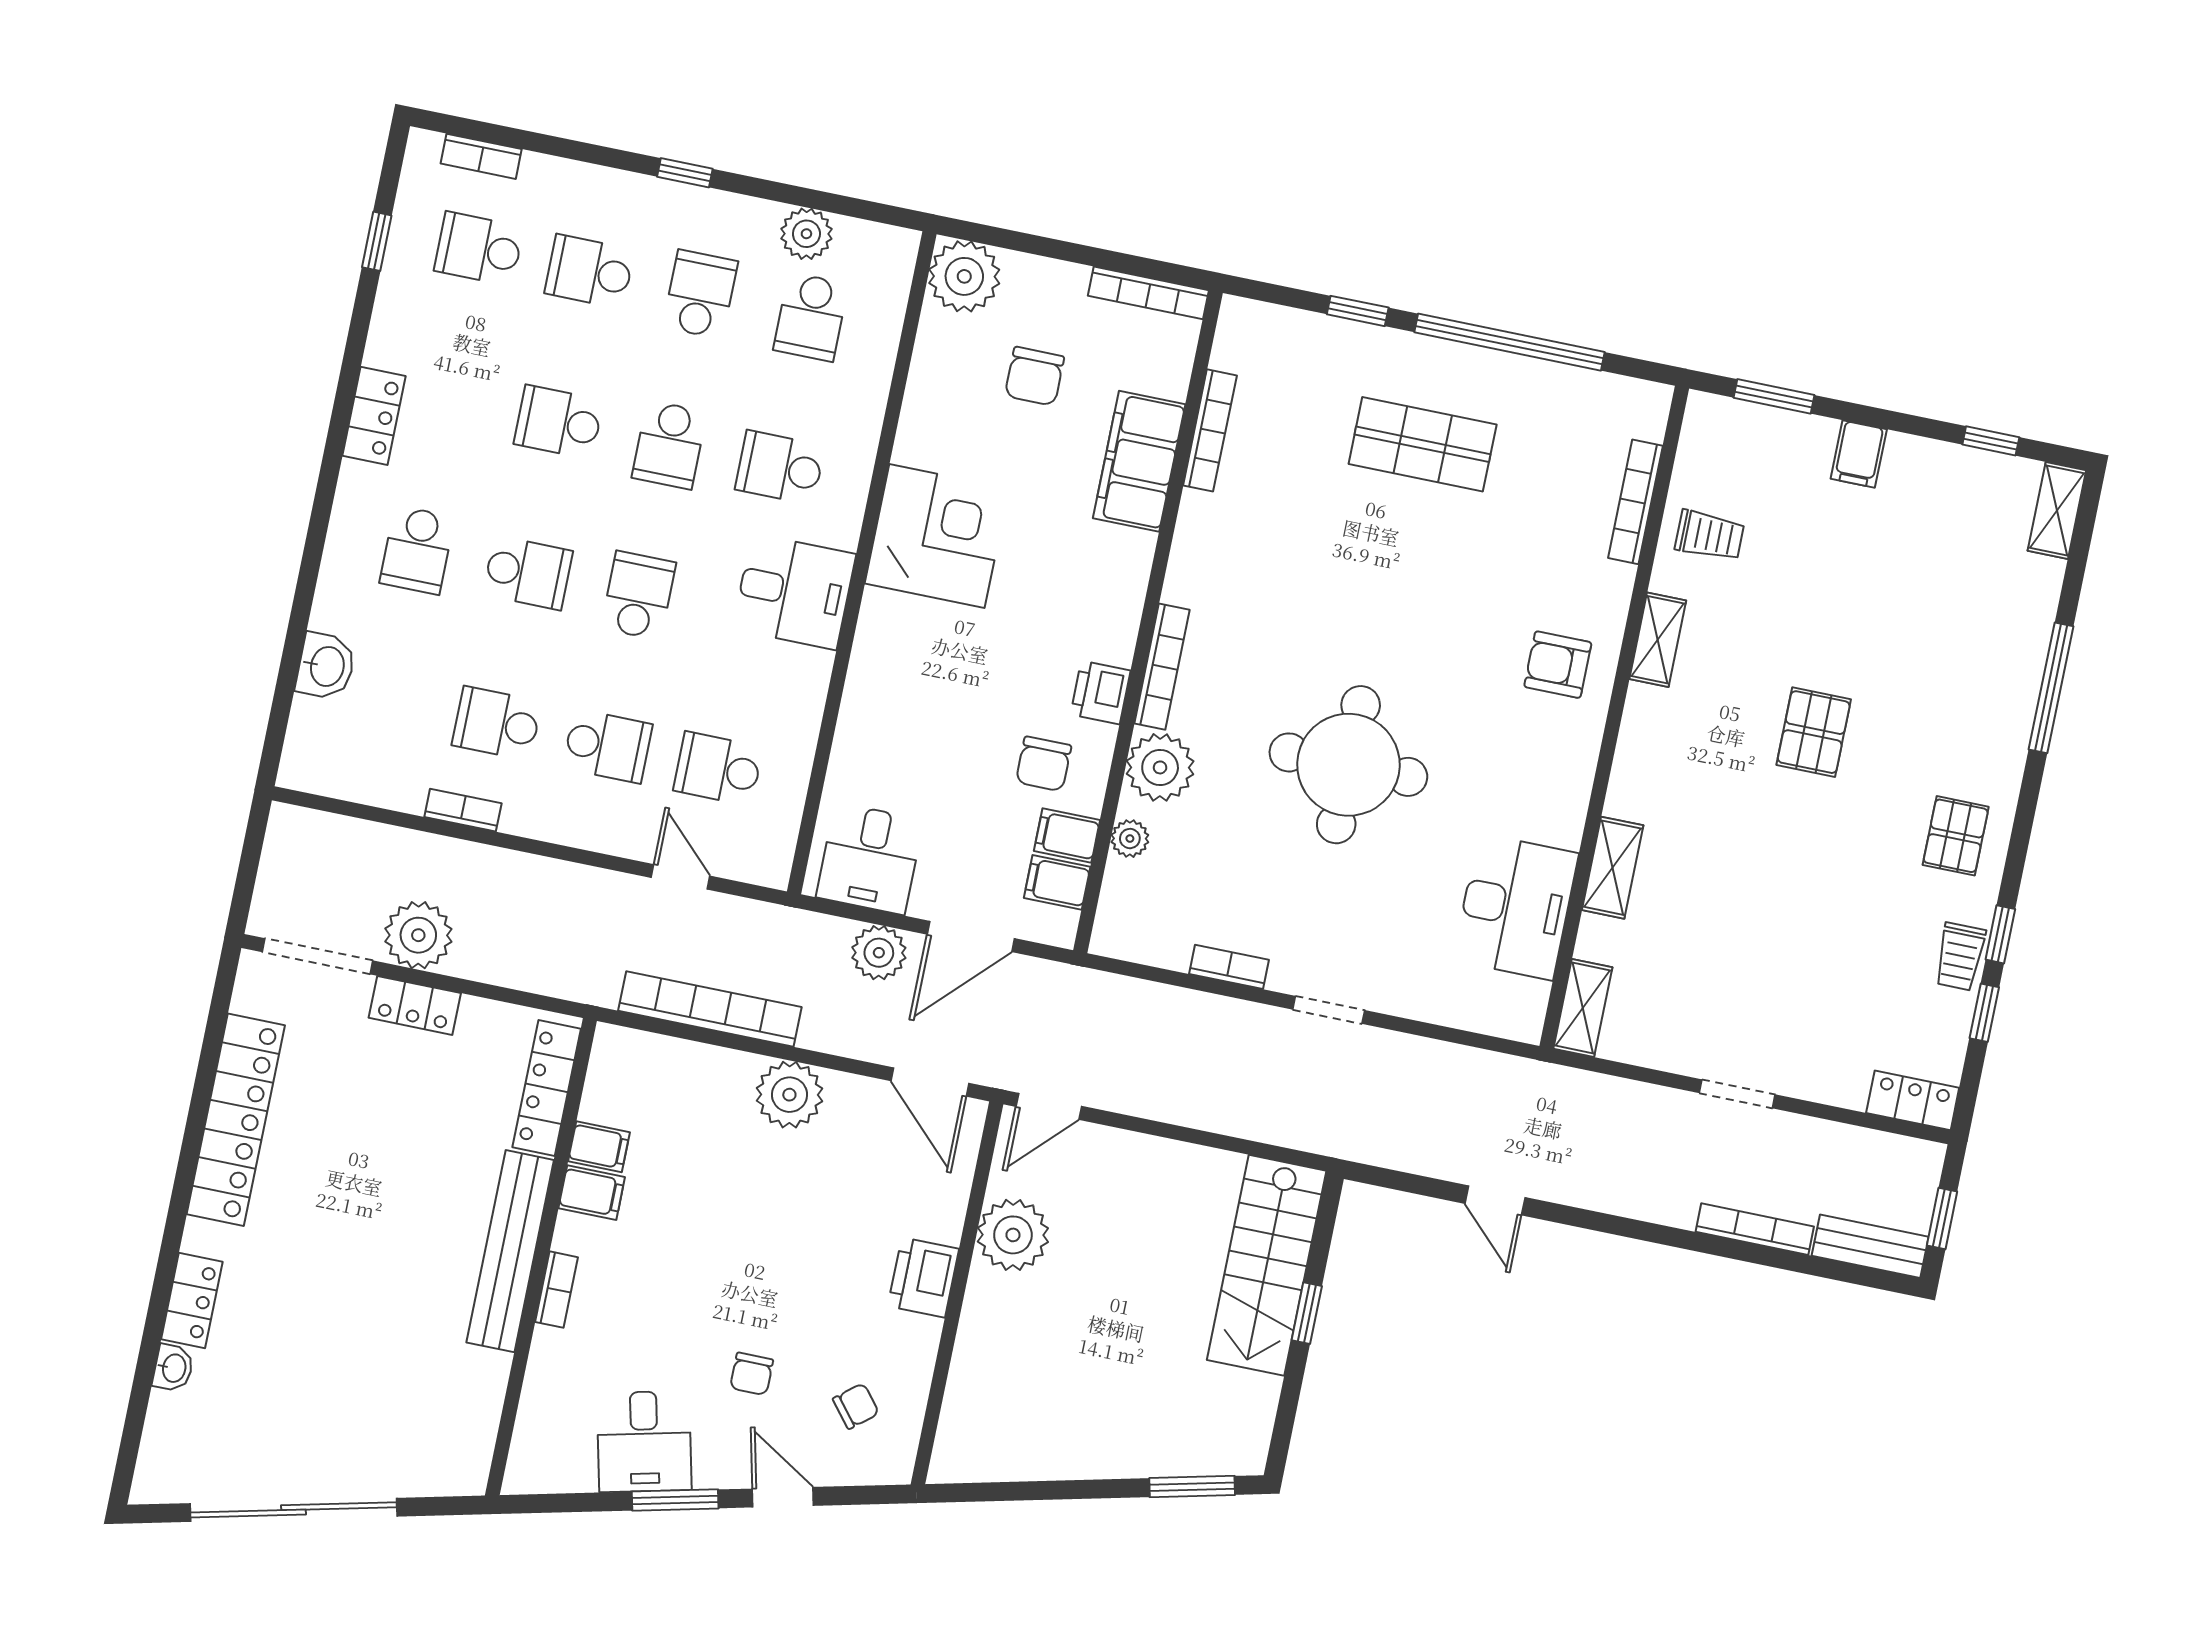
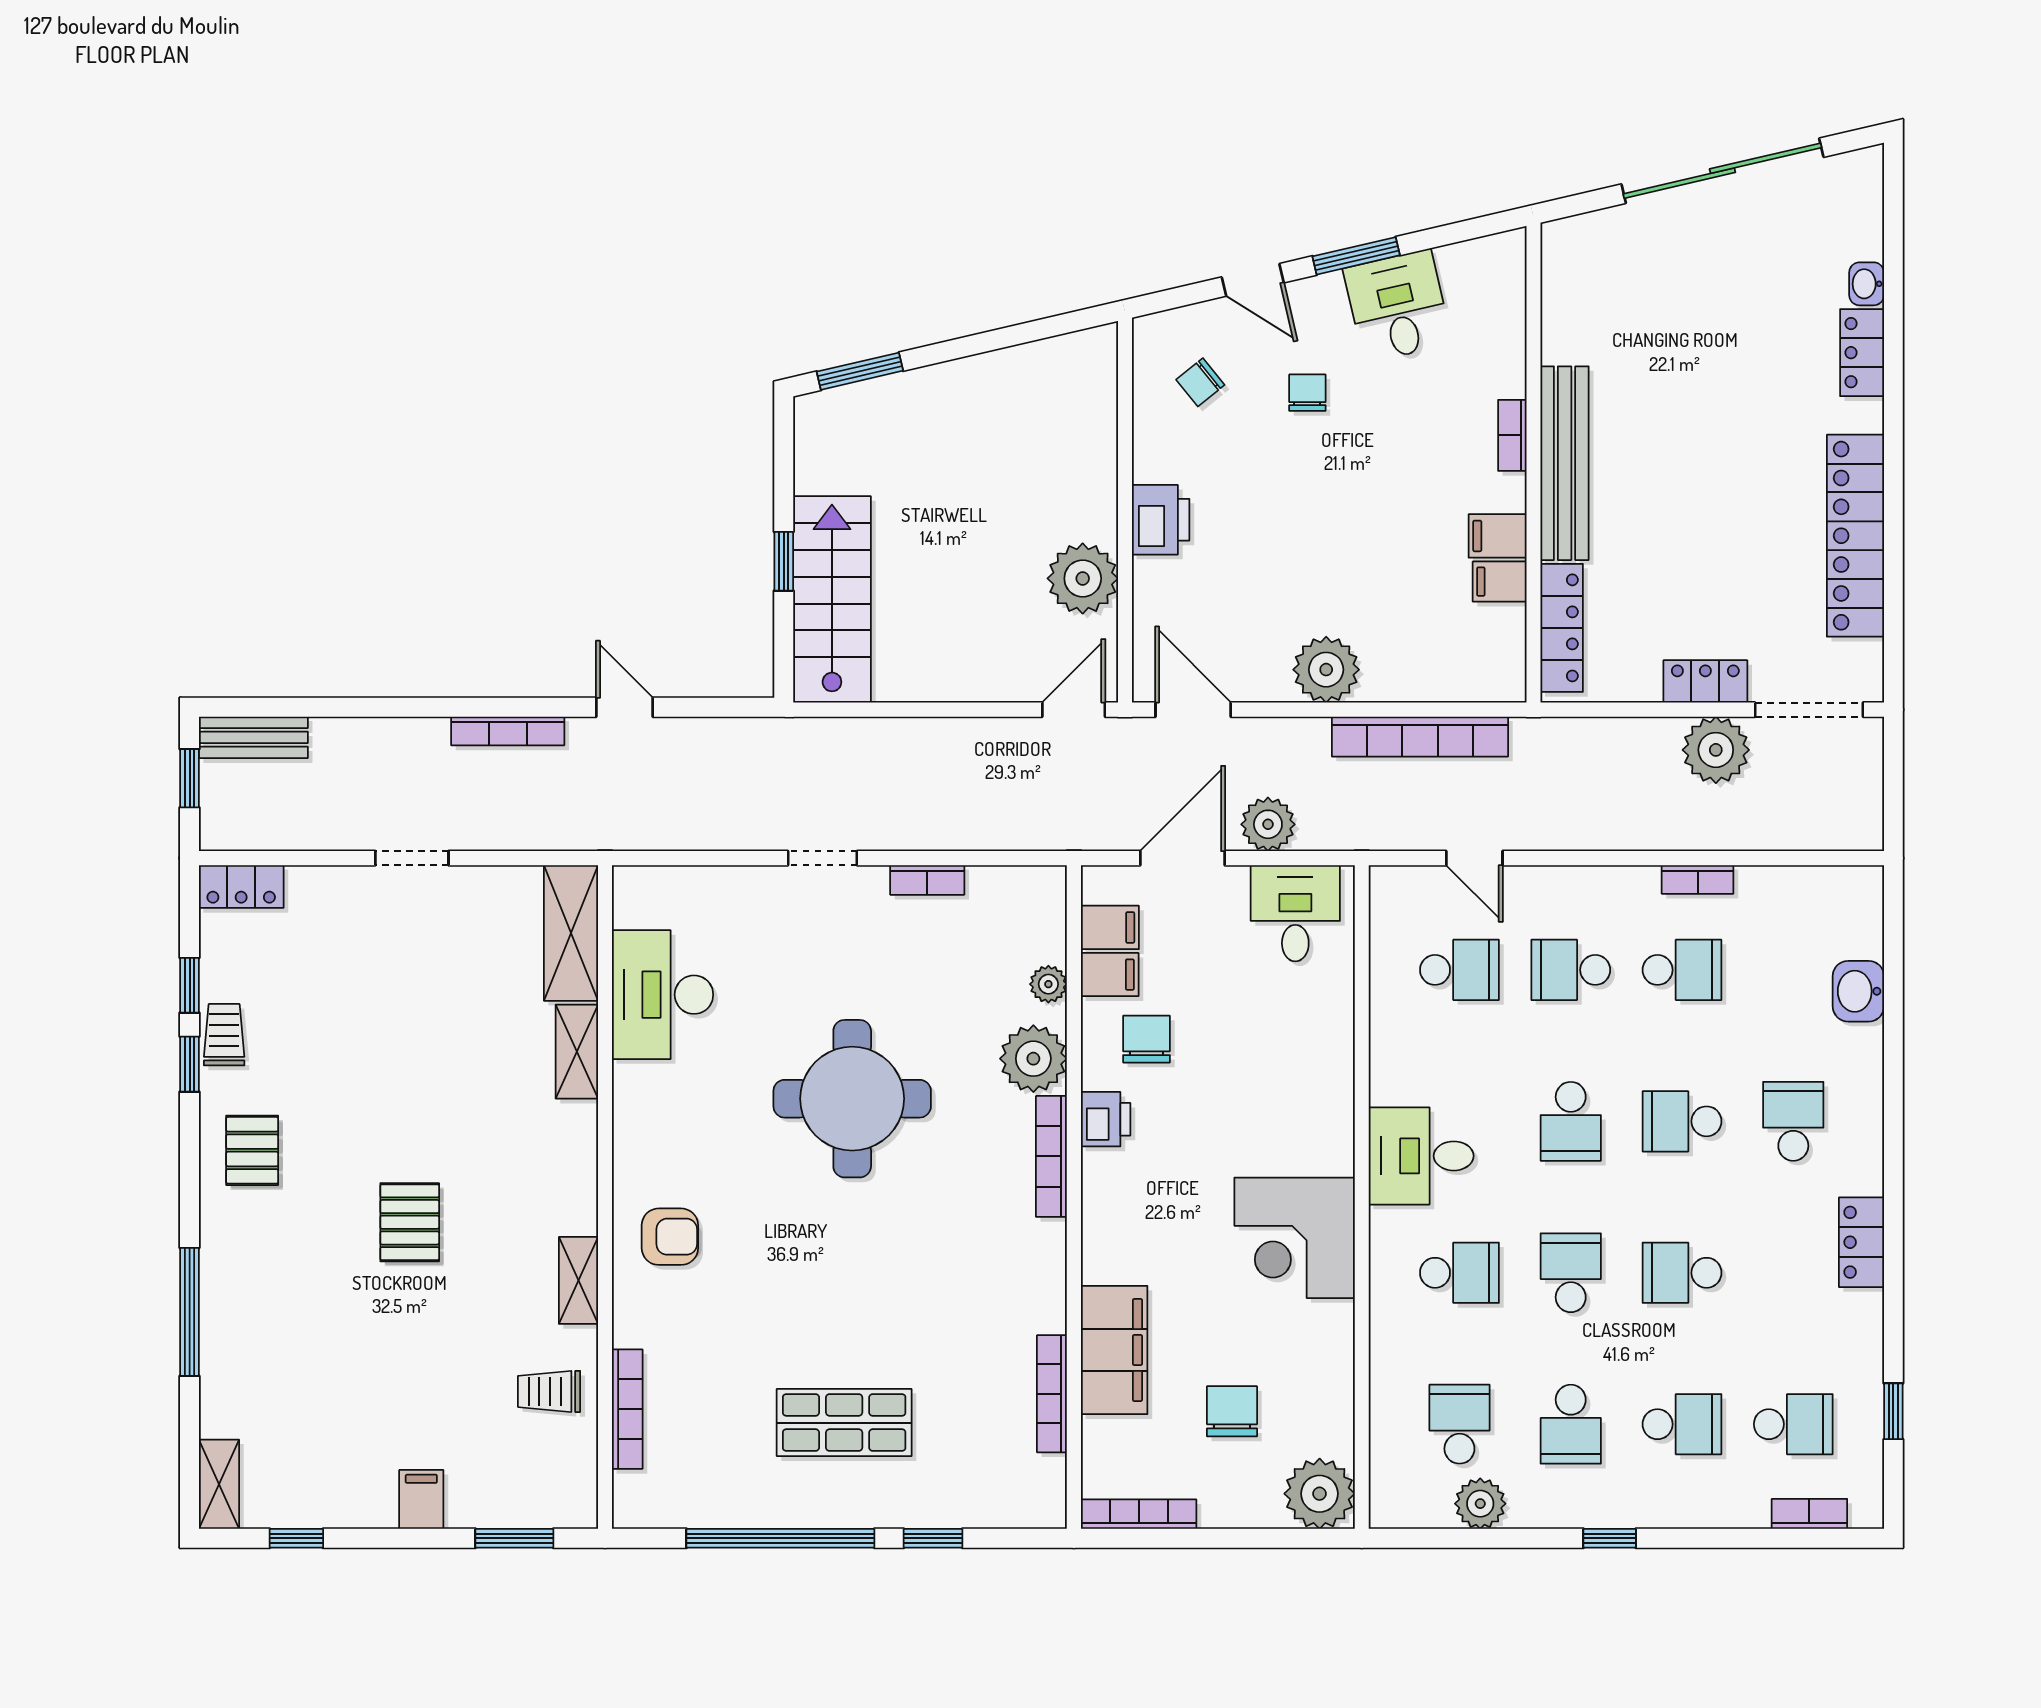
school desk: (559, 422) -> (1682, 1273), turned 180
shelving: (1583, 1008) -> (571, 933), width x1.50, depth x1.33
bookcase: (1755, 1229) -> (508, 731), moved

